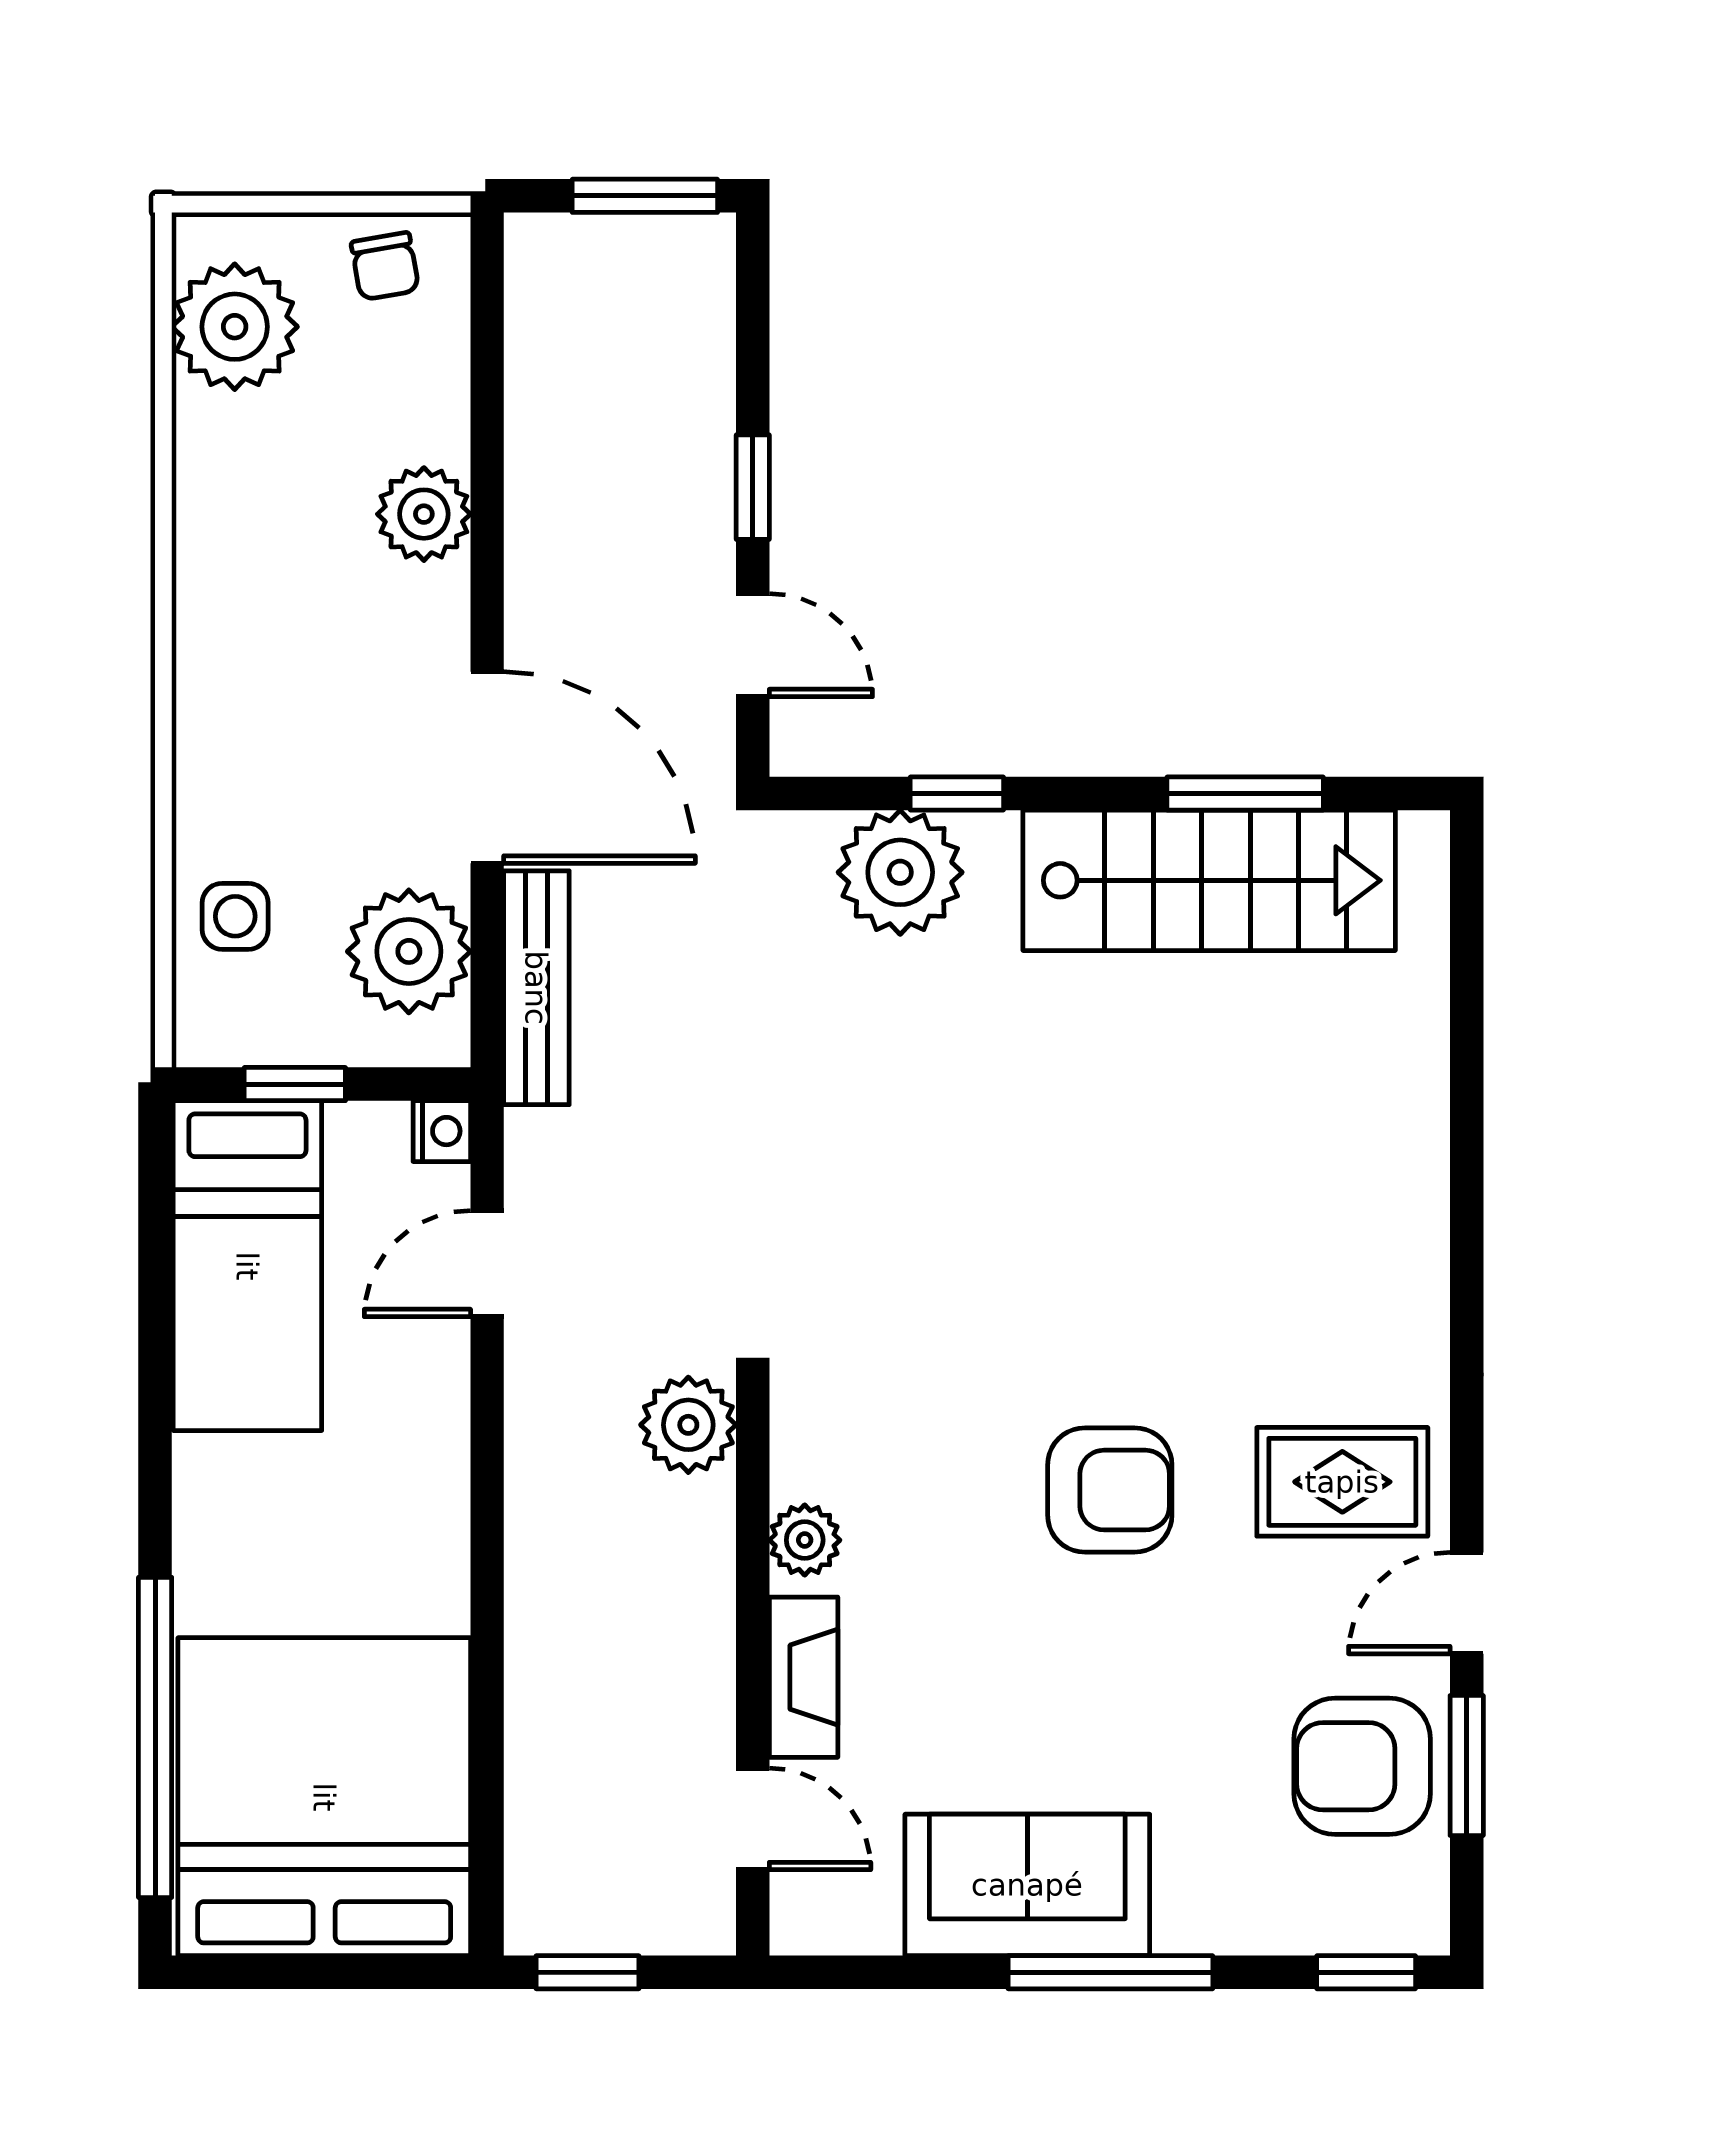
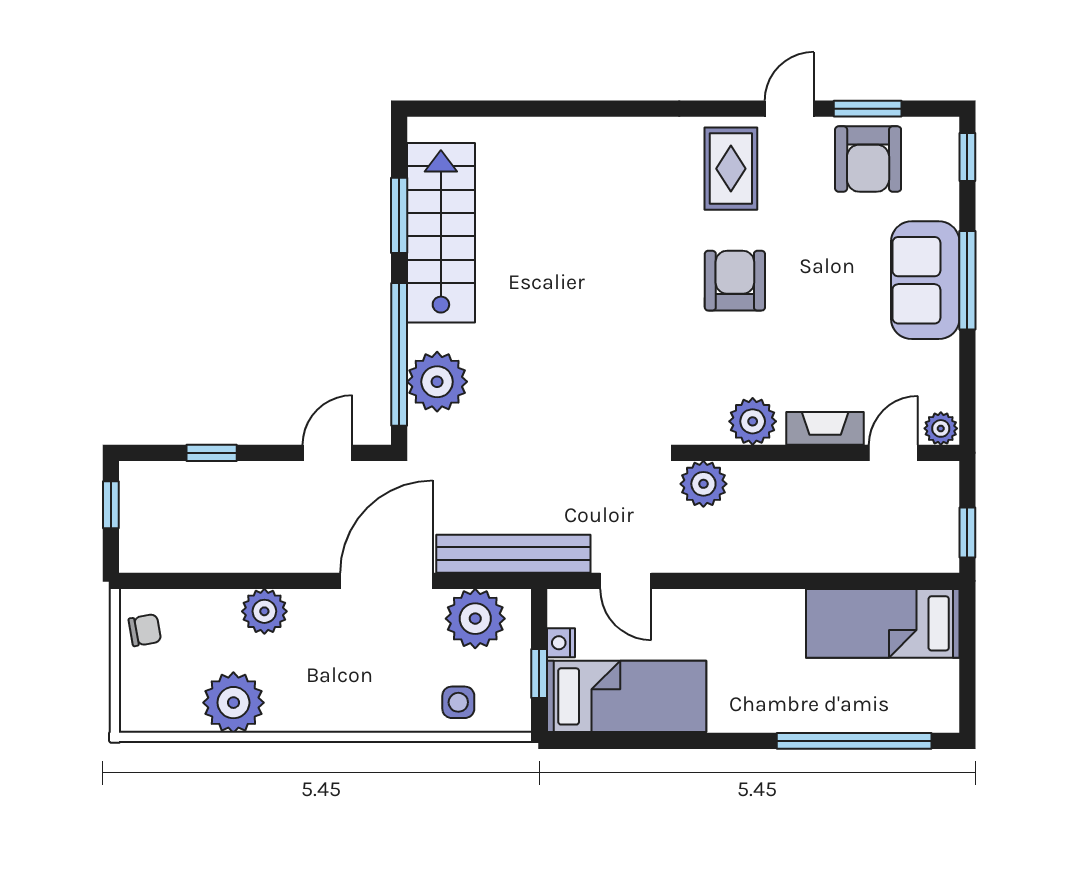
window: (645, 196) -> (111, 505), width x0.67
plant: (235, 327) -> (233, 703), moved
window: (753, 487) -> (212, 453), moved
window: (957, 793) -> (399, 354), width x3.17
bench: (536, 988) -> (513, 554), width x1.37, depth x1.21
nightstand: (442, 1131) -> (561, 643), moved, turned -90
plant: (805, 1540) -> (753, 421), width x1.38, depth x1.38
door: (1467, 1603) -> (789, 109), swing flipped
bed: (324, 1797) -> (883, 623), width x0.49
sofa: (1027, 1885) -> (925, 280), moved
plant: (803, 1917) -> (941, 428), added

